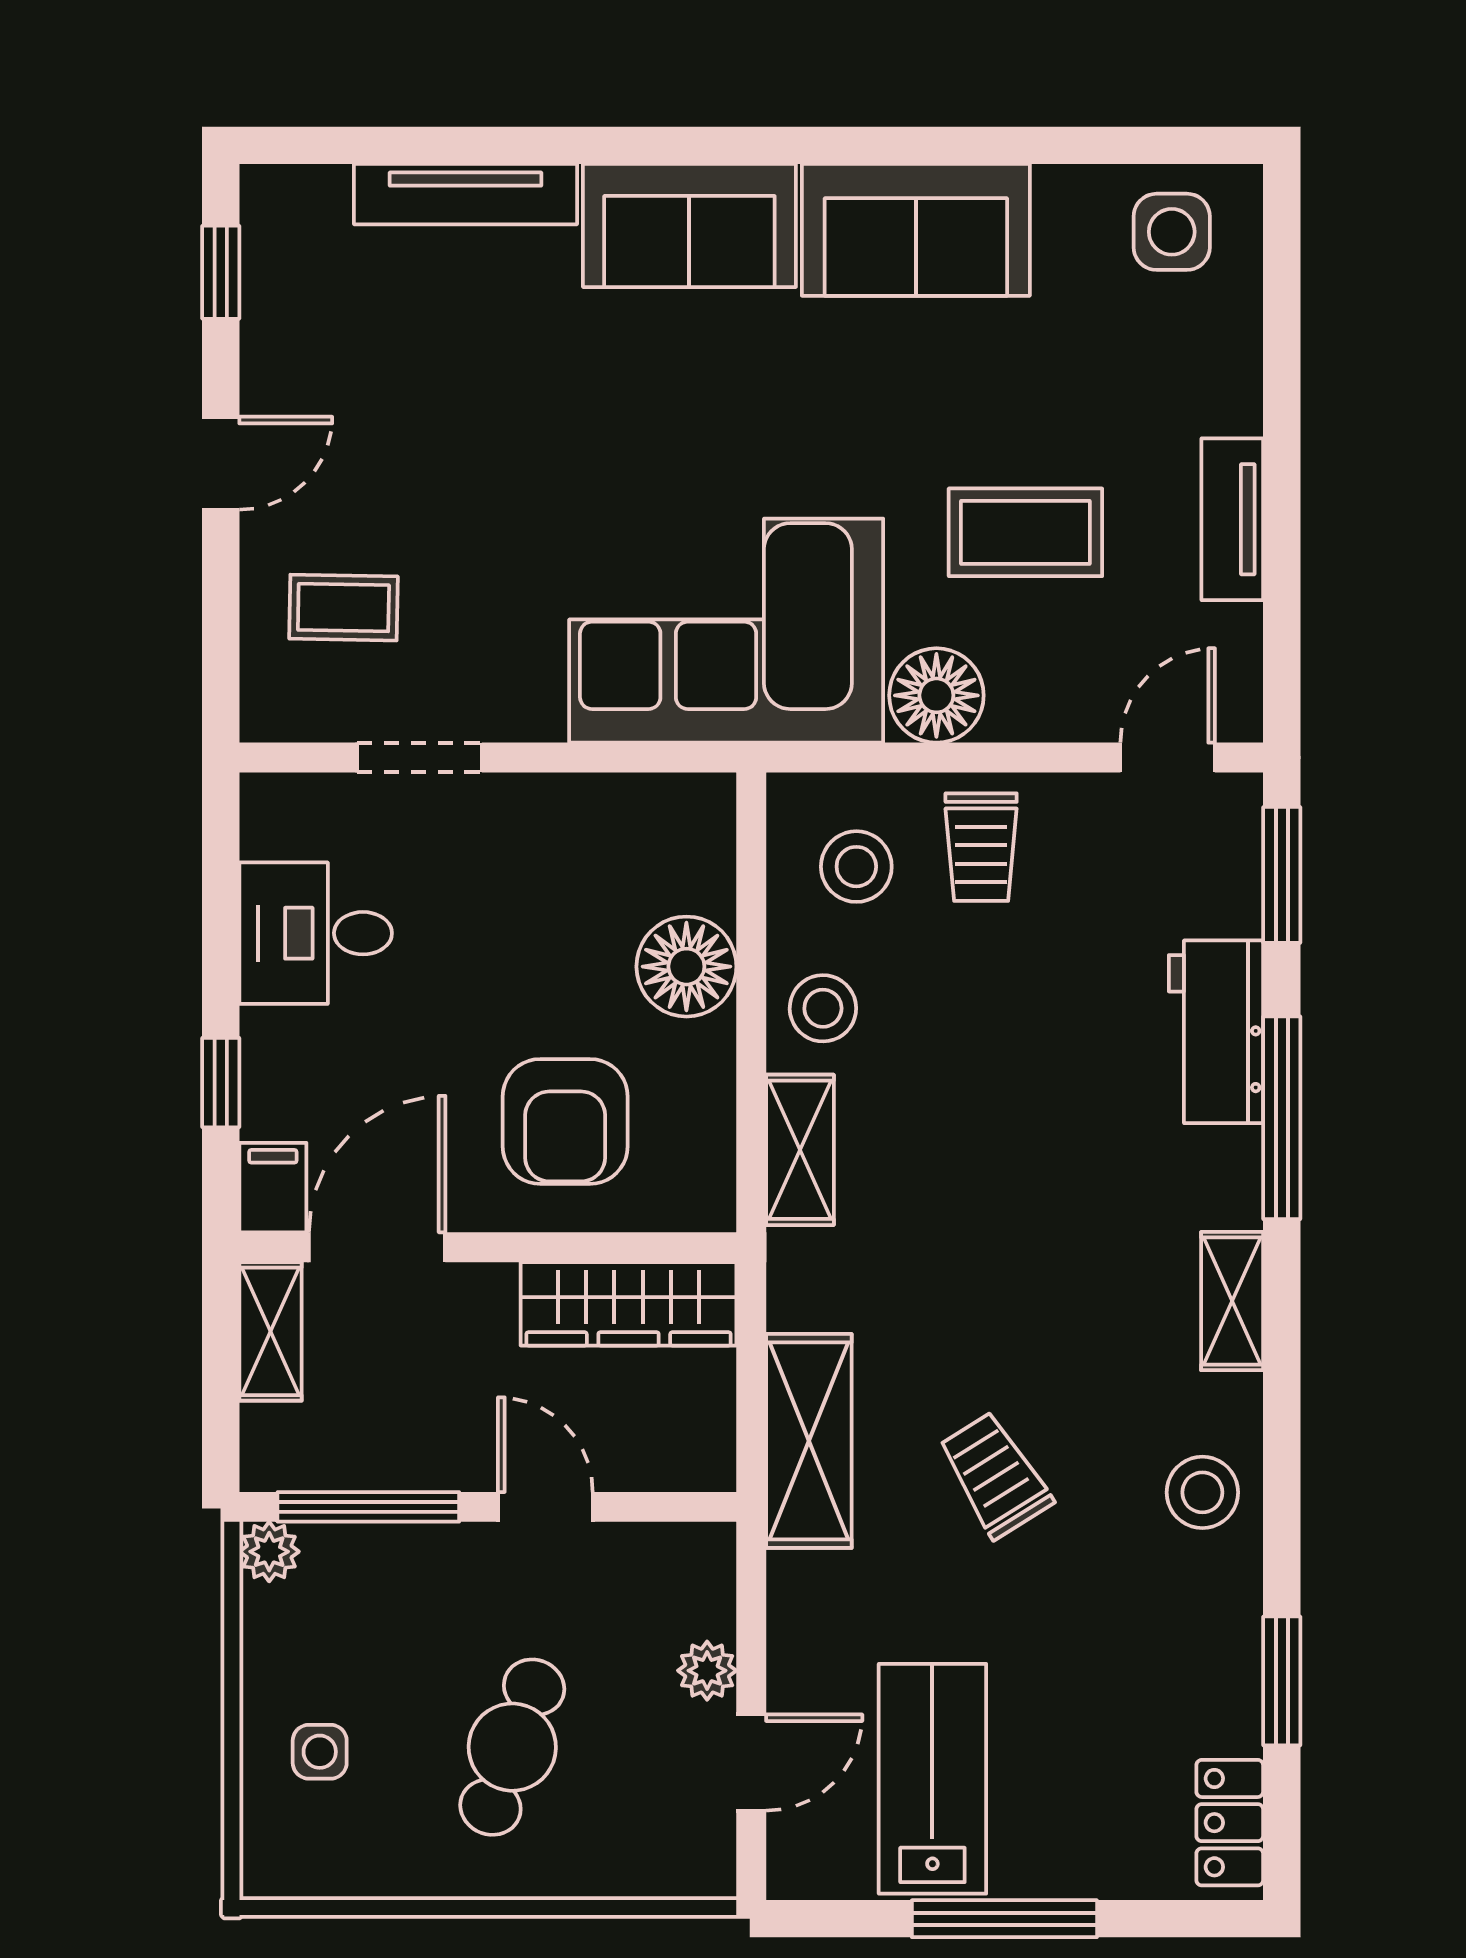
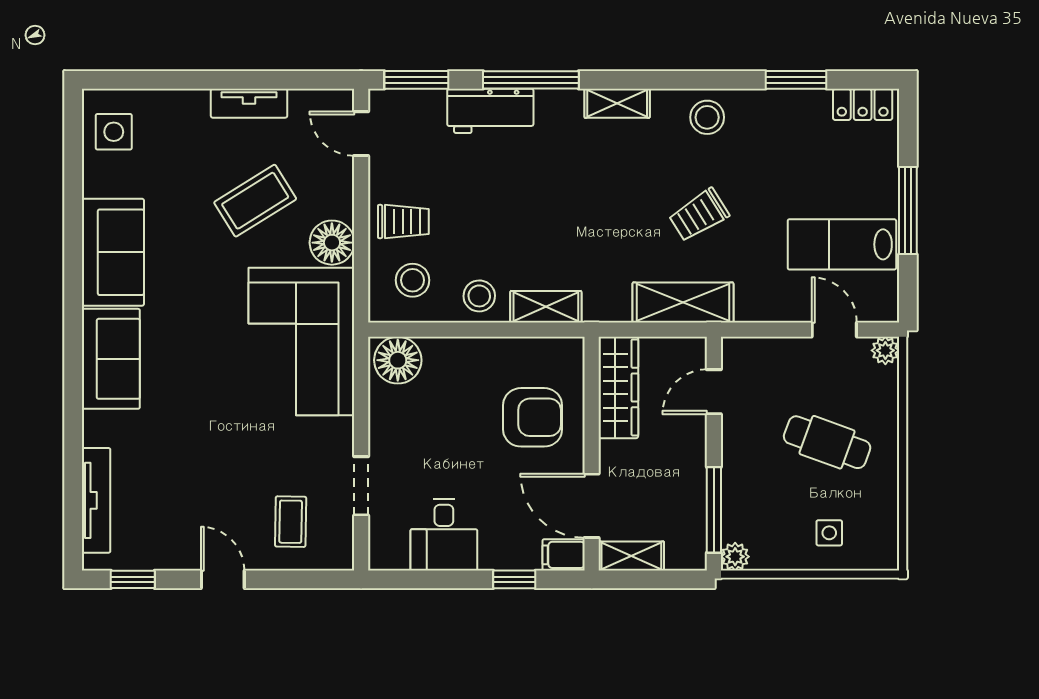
tv unit: (465, 194) -> (96, 500), moved
coffee table: (1025, 532) -> (255, 201), turned 58
floor lamp: (686, 967) -> (398, 360), moved
door: (545, 1507) -> (714, 392), moved
plant: (707, 1671) -> (885, 350), moved

